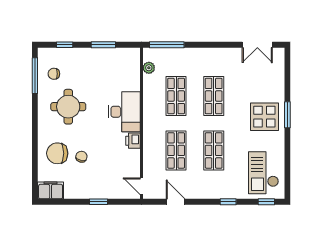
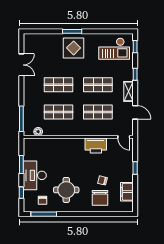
double door: (257, 45) -> (21, 65), moved
desk: (124, 112) -> (35, 175), moved, turned -90
printer: (133, 141) -> (96, 146), width x1.87, depth x1.48
door: (141, 186) -> (124, 137), hinge flipped
filing cabinet: (51, 190) -> (127, 192), moved
shelving: (204, 193) -> (129, 91), added
door: (175, 202) -> (135, 112), swing flipped

